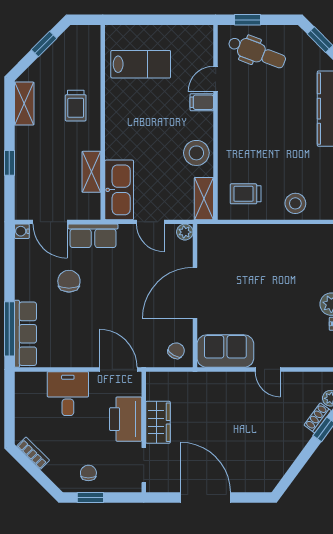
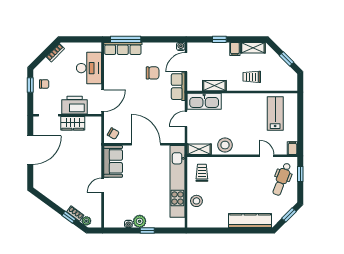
lab bench: (141, 64) -> (275, 114), turned 180
filing cabinet: (202, 102) -> (292, 148), moved
filing cabinet: (26, 136) -> (235, 49), added
plant: (185, 232) -> (180, 138), removed
kitchen unit: (261, 237) -> (177, 181), added
desk: (68, 394) -> (89, 68), width x1.37

